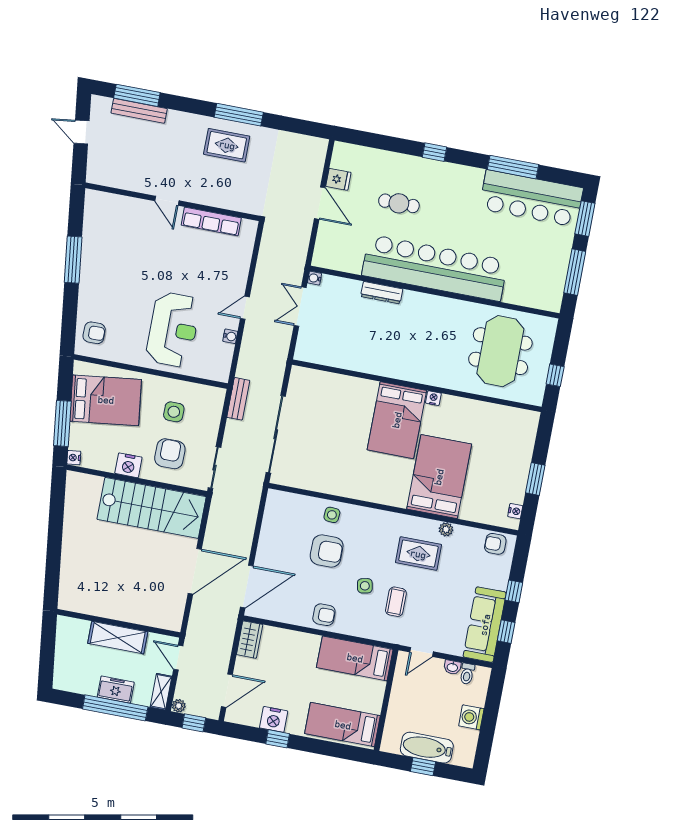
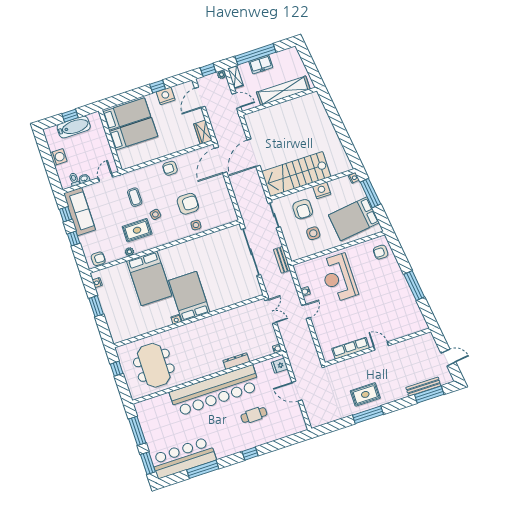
fridge: (338, 179) -> (280, 366), moved
double door: (300, 307) -> (271, 311), moved
armchair: (327, 551) -> (188, 204), turned 180
side table: (365, 586) -> (155, 214), moved
shelving: (118, 638) -> (283, 91), width x1.47
bed: (355, 658) -> (133, 134), moved

